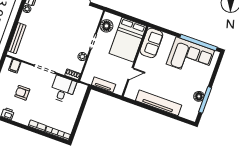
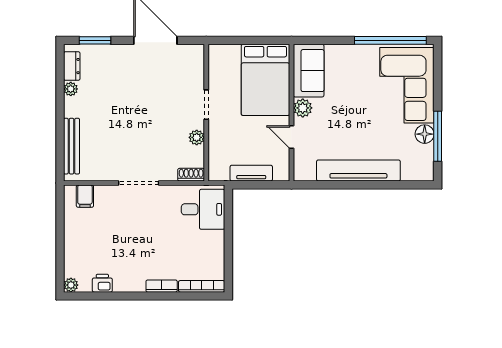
floor lamp: (106, 26) -> (220, 69), removed
corner sofa: (190, 57) -> (407, 85), moved, turned 90
plant: (142, 61) -> (303, 108), added
door: (131, 74) -> (291, 137), swing flipped
desk: (63, 89) -> (203, 209), moved, turned 90
armchair: (22, 93) -> (115, 238), removed

